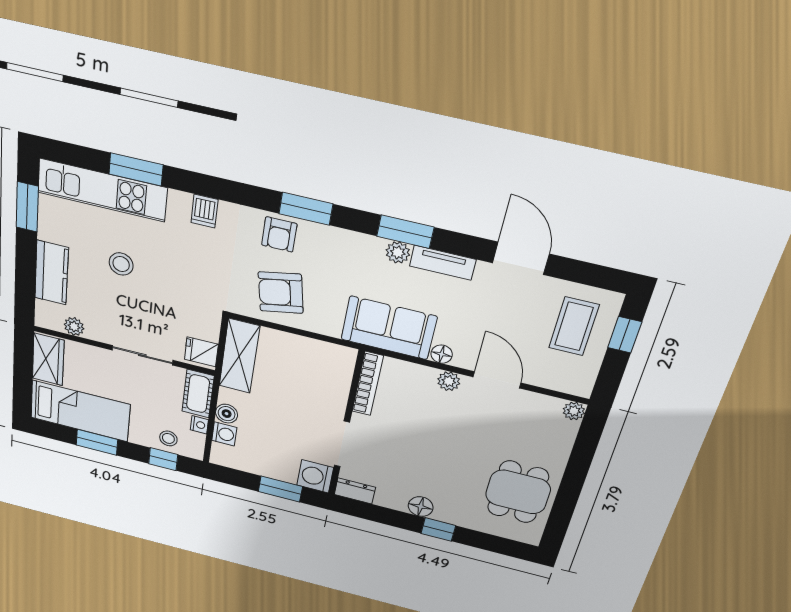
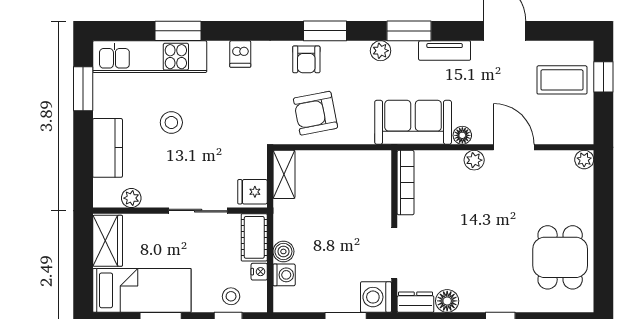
plant: (398, 252) -> (381, 51), moved
coffee table: (574, 326) -> (562, 80), turned 90
shelving: (239, 356) -> (284, 174), width x0.67, depth x0.75
floor lamp: (421, 507) -> (447, 301), moved

